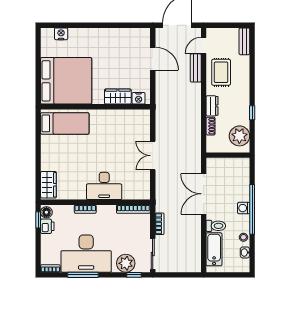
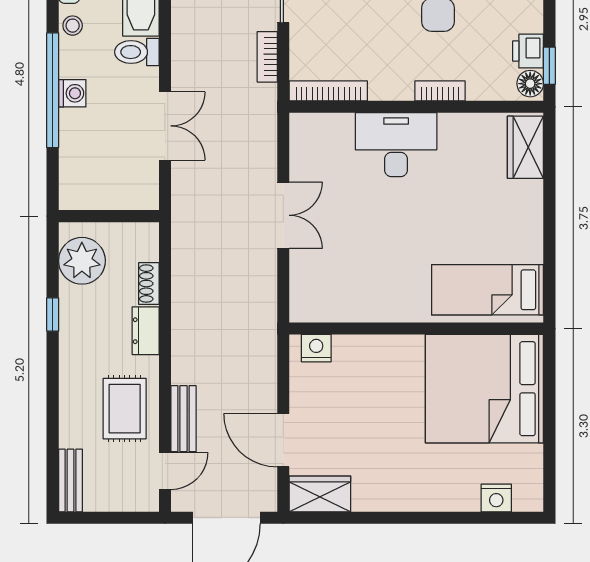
wardrobe: (118, 97) -> (320, 494), moved, turned 180
double door: (204, 194) -> (165, 126), width x0.73

